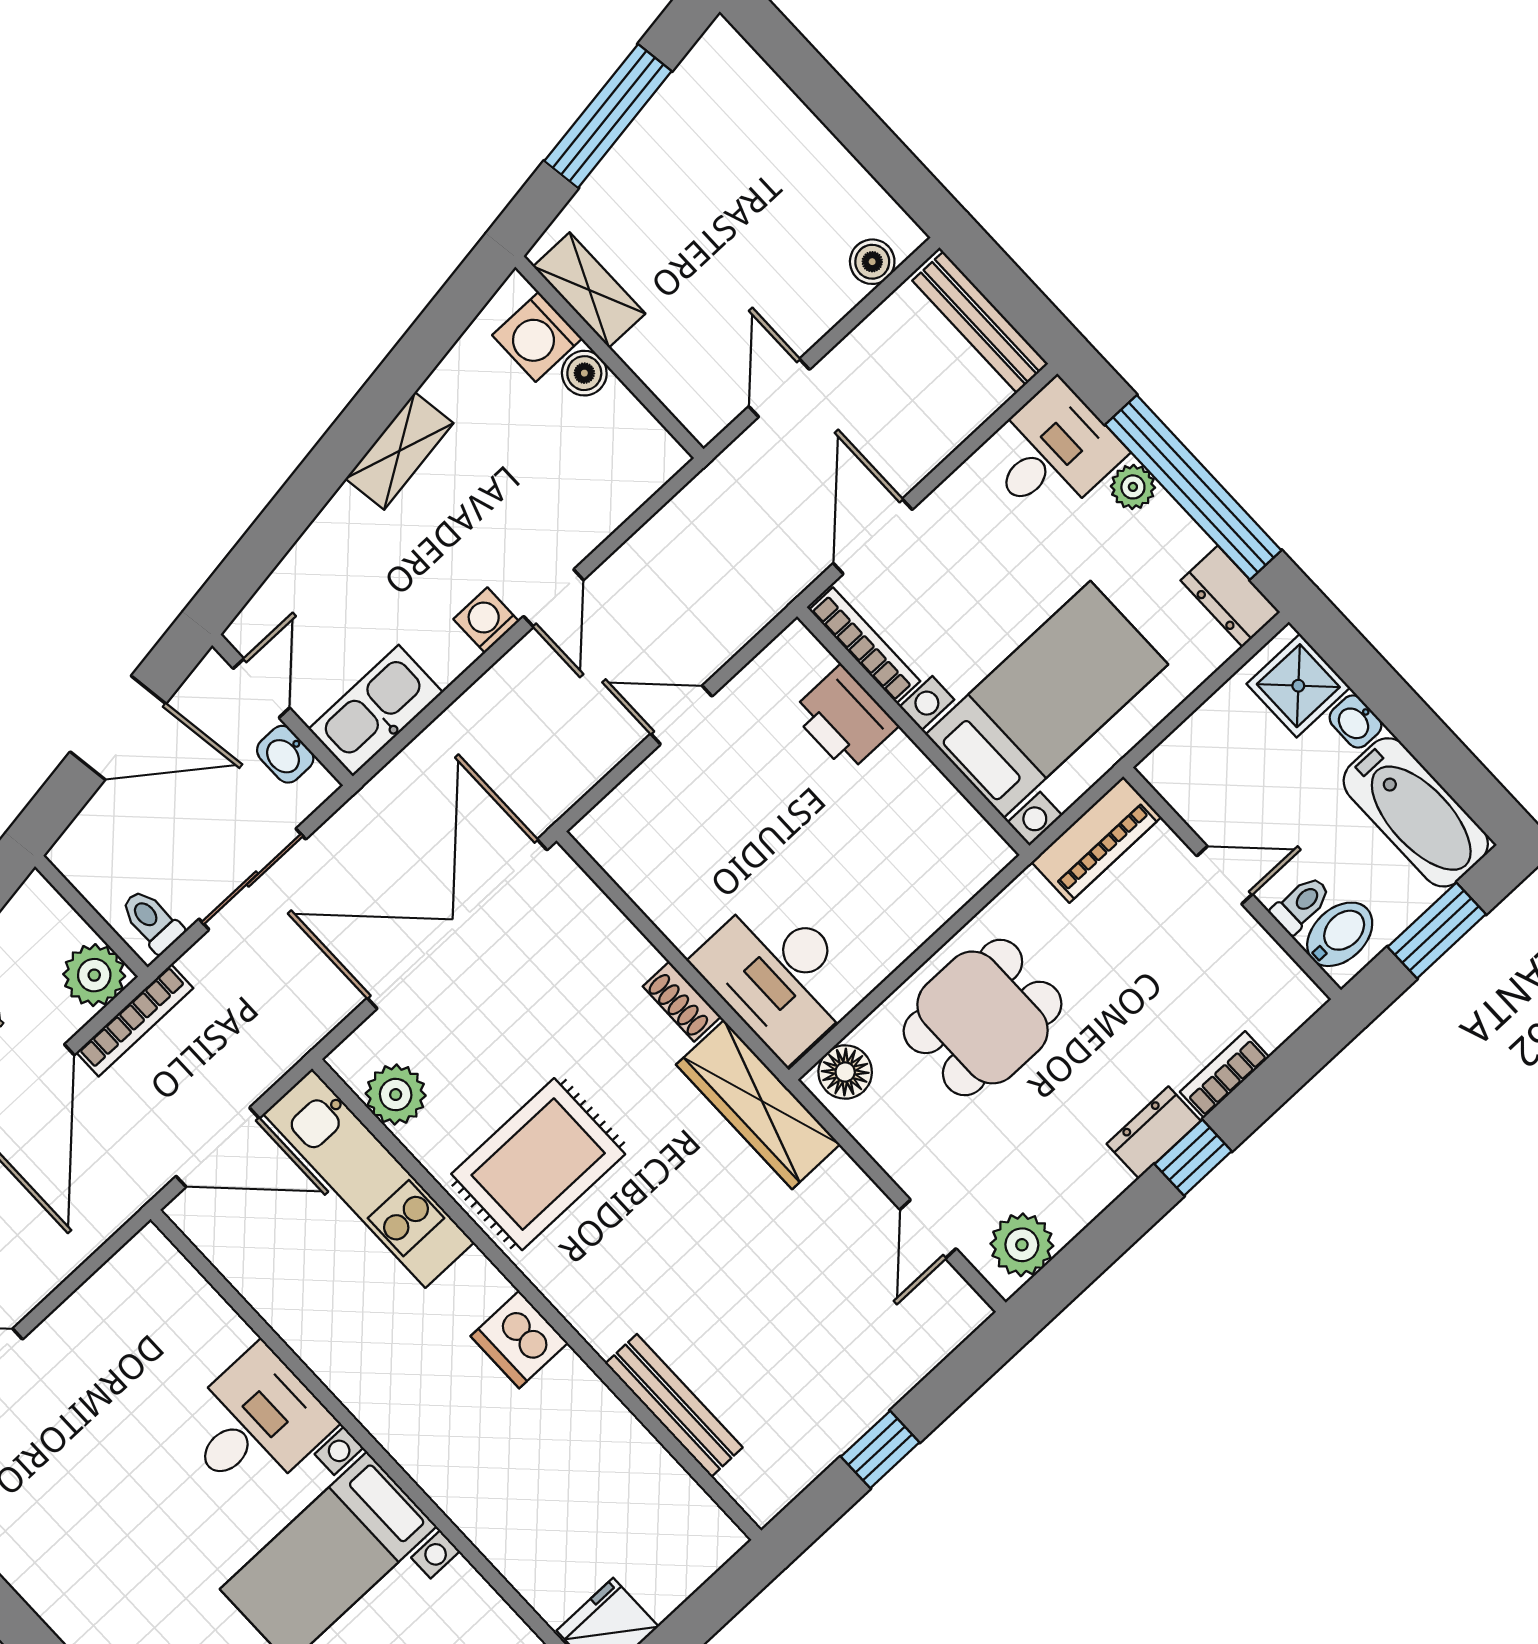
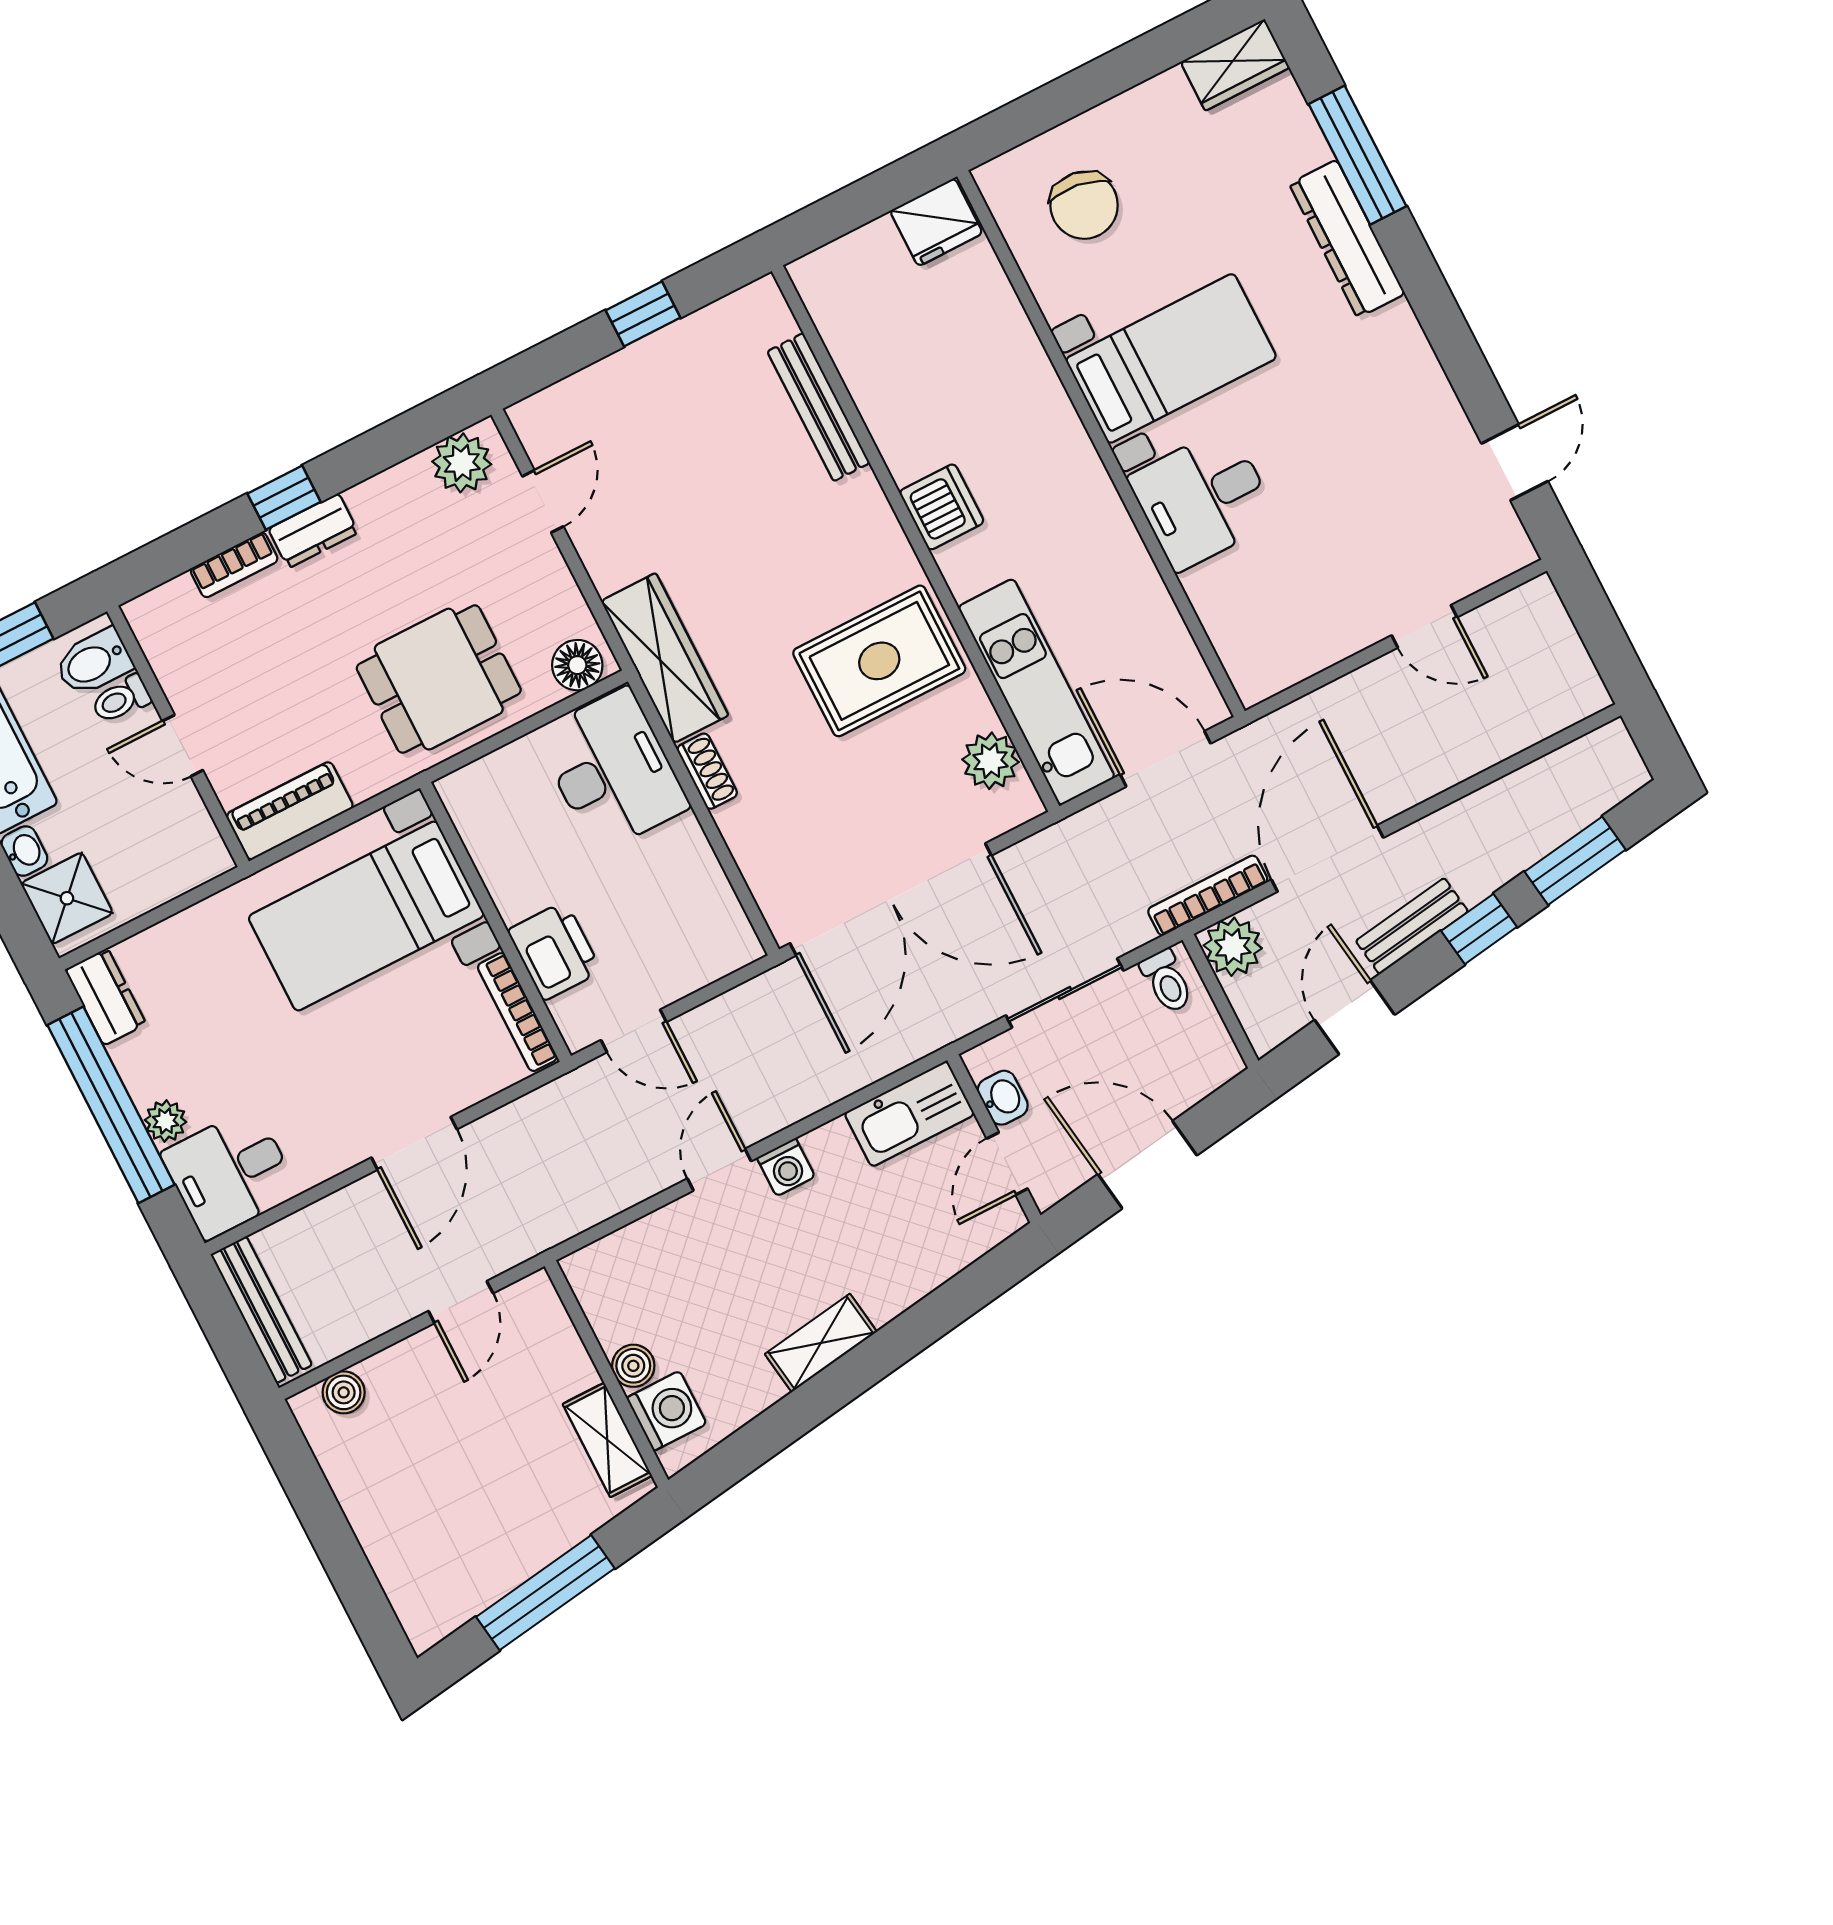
bookcase: (865, 645) -> (517, 1012), moved
bed with nightstands: (1047, 699) -> (366, 916), moved
printer: (844, 719) -> (555, 951), moved
wall: (913, 731) -> (495, 922), moved

